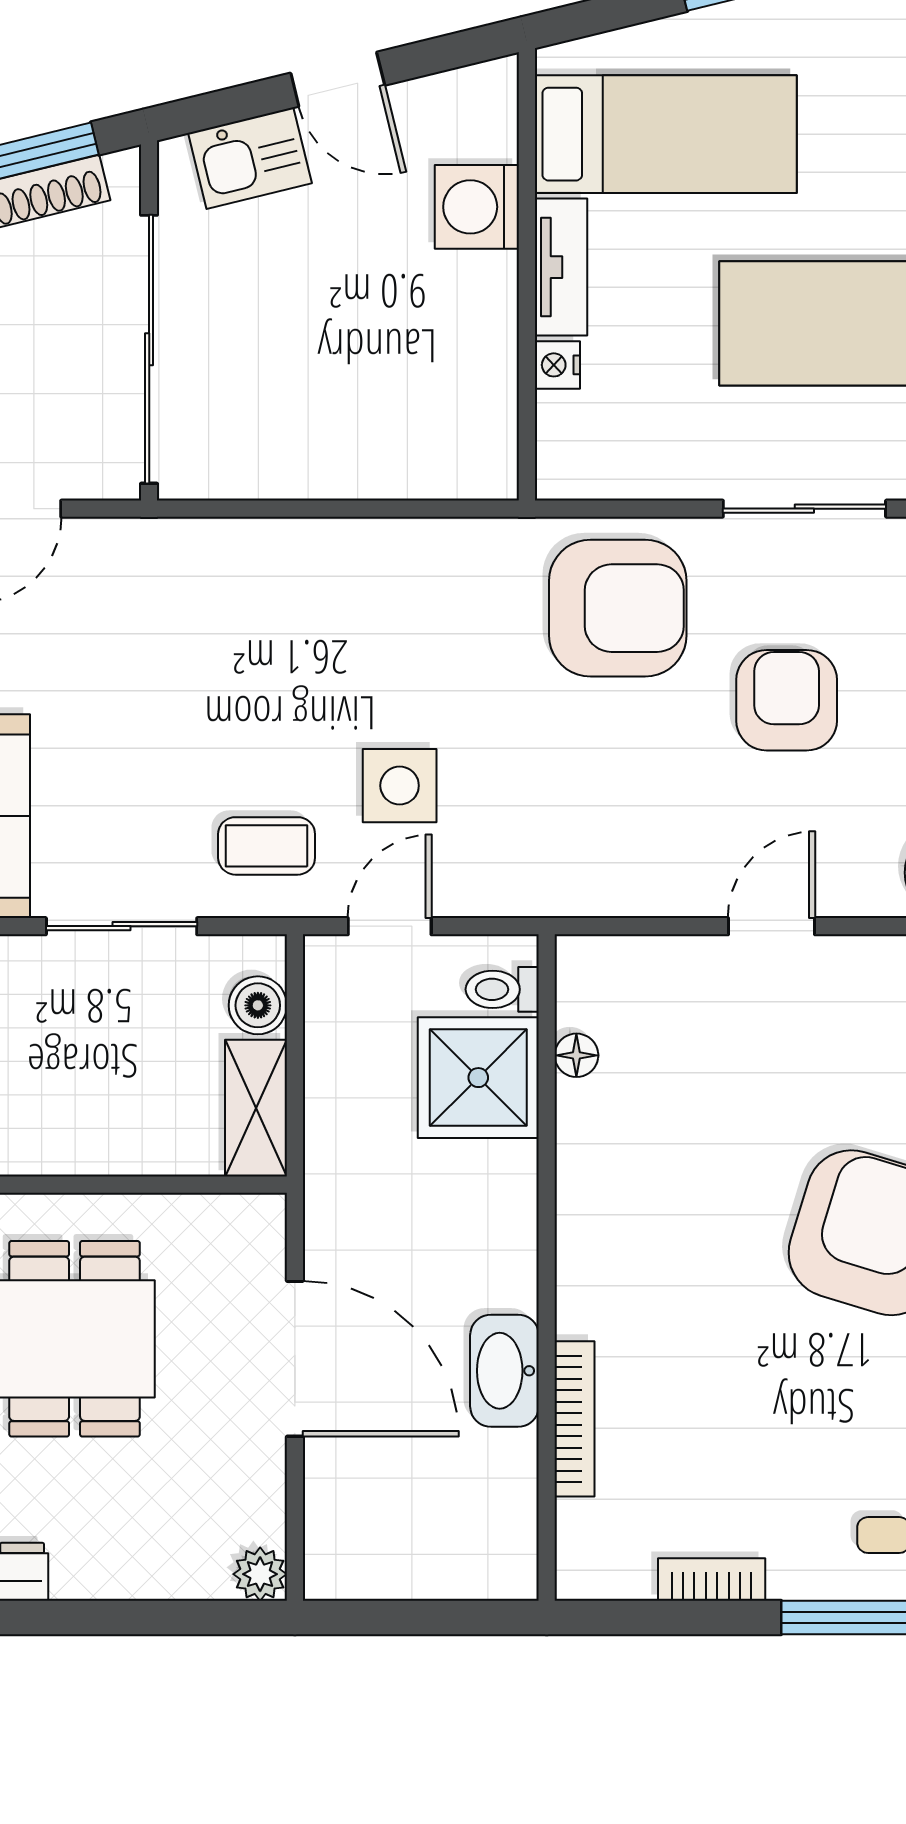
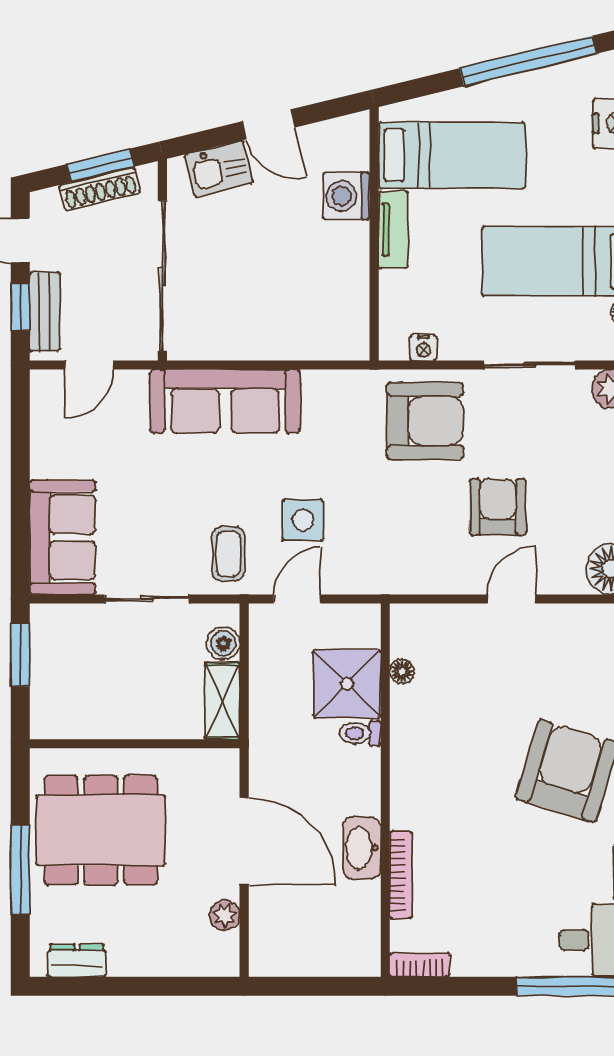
nightstand: (557, 365) -> (423, 348), moved, turned -90
sofa: (261, 573) -> (225, 401), added
armchair: (787, 700) -> (498, 507), moved
coffee table: (267, 846) -> (228, 554), turned 90
toilet: (502, 989) -> (360, 733), moved
plant: (260, 1574) -> (225, 915), moved
bookcase: (712, 1580) -> (420, 965), moved

